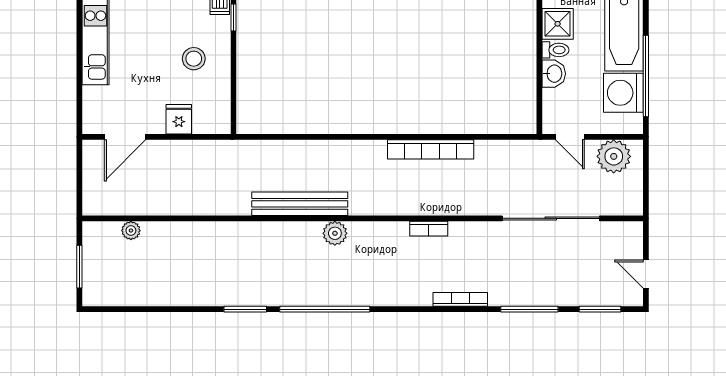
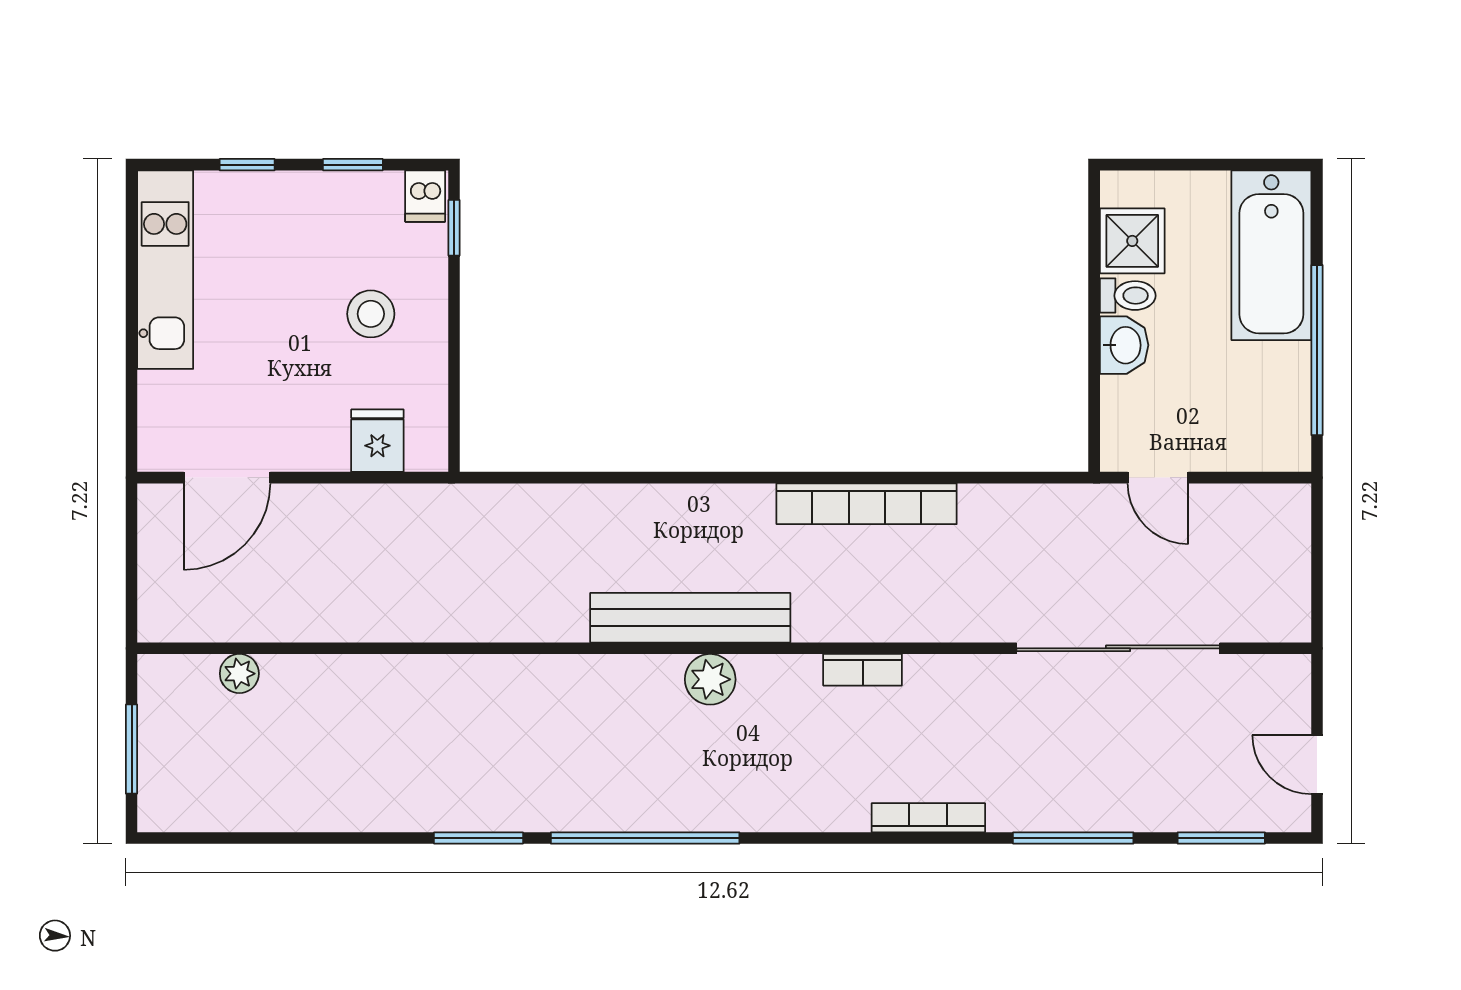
washing machine: (623, 93) -> (1270, 385), removed
fridge: (179, 119) -> (377, 441), moved
plant: (614, 156) -> (1250, 518), removed
bench: (300, 204) -> (690, 618), moved
plant: (335, 233) -> (710, 679), moved

